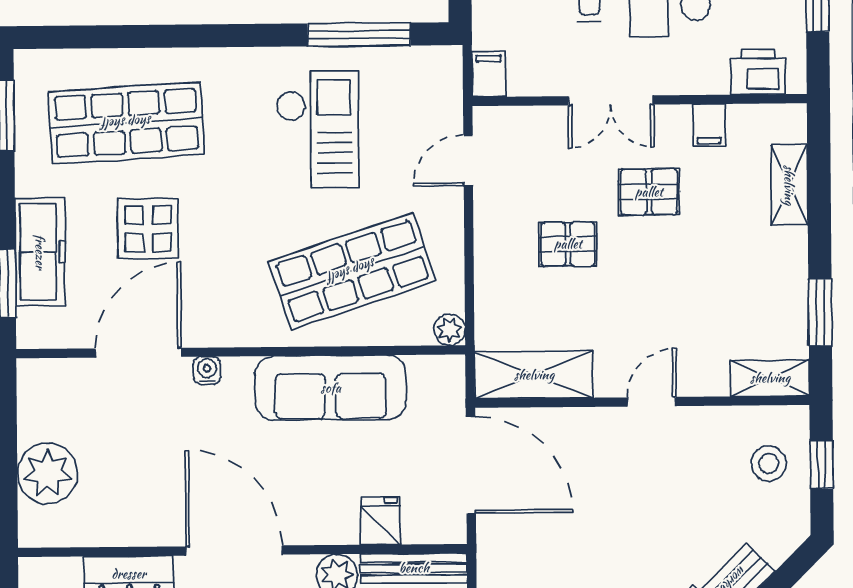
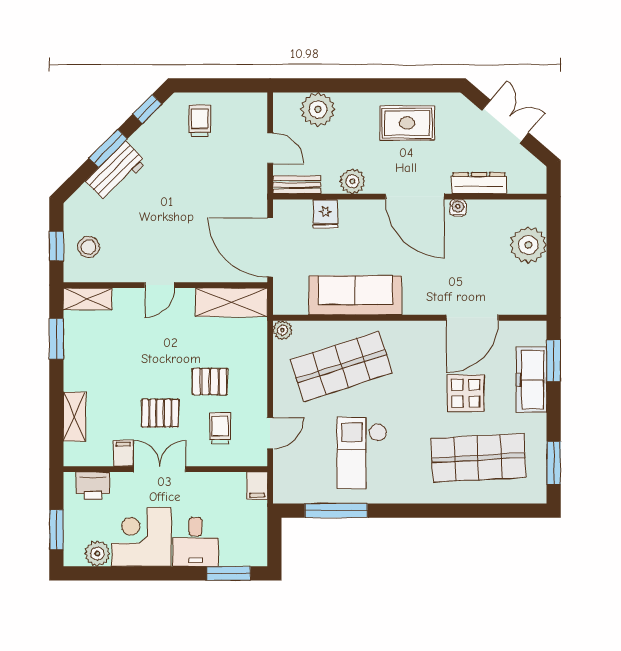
double door: (611, 100) -> (160, 469), moved
trolley: (550, 168) -> (220, 428), added
water cooler: (207, 370) -> (458, 208), moved, turned 180
bench: (414, 568) -> (297, 185), width x0.73

